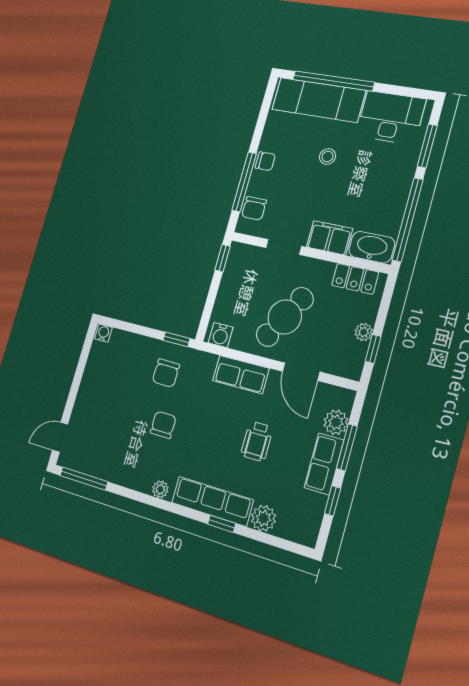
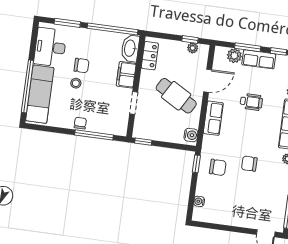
chair: (254, 208) -> (81, 65), moved
plant: (364, 332) -> (193, 48), moved
water cooler: (103, 333) -> (199, 201), moved

